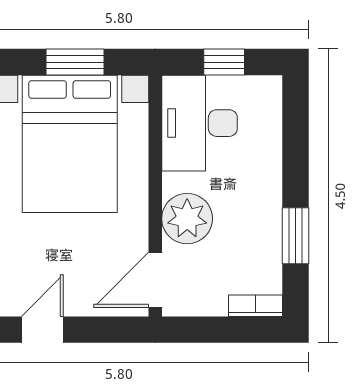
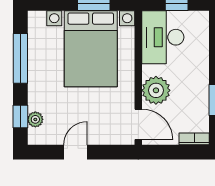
door: (155, 280) -> (138, 124), swing flipped

